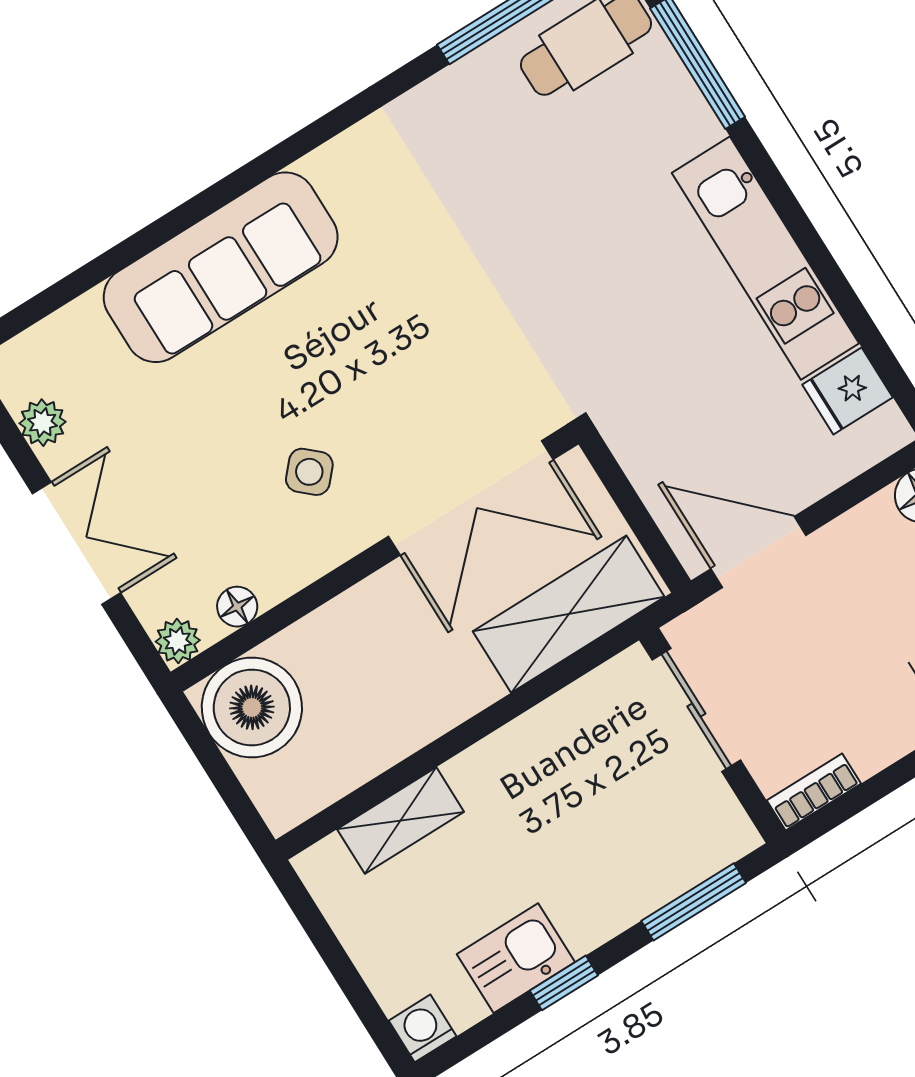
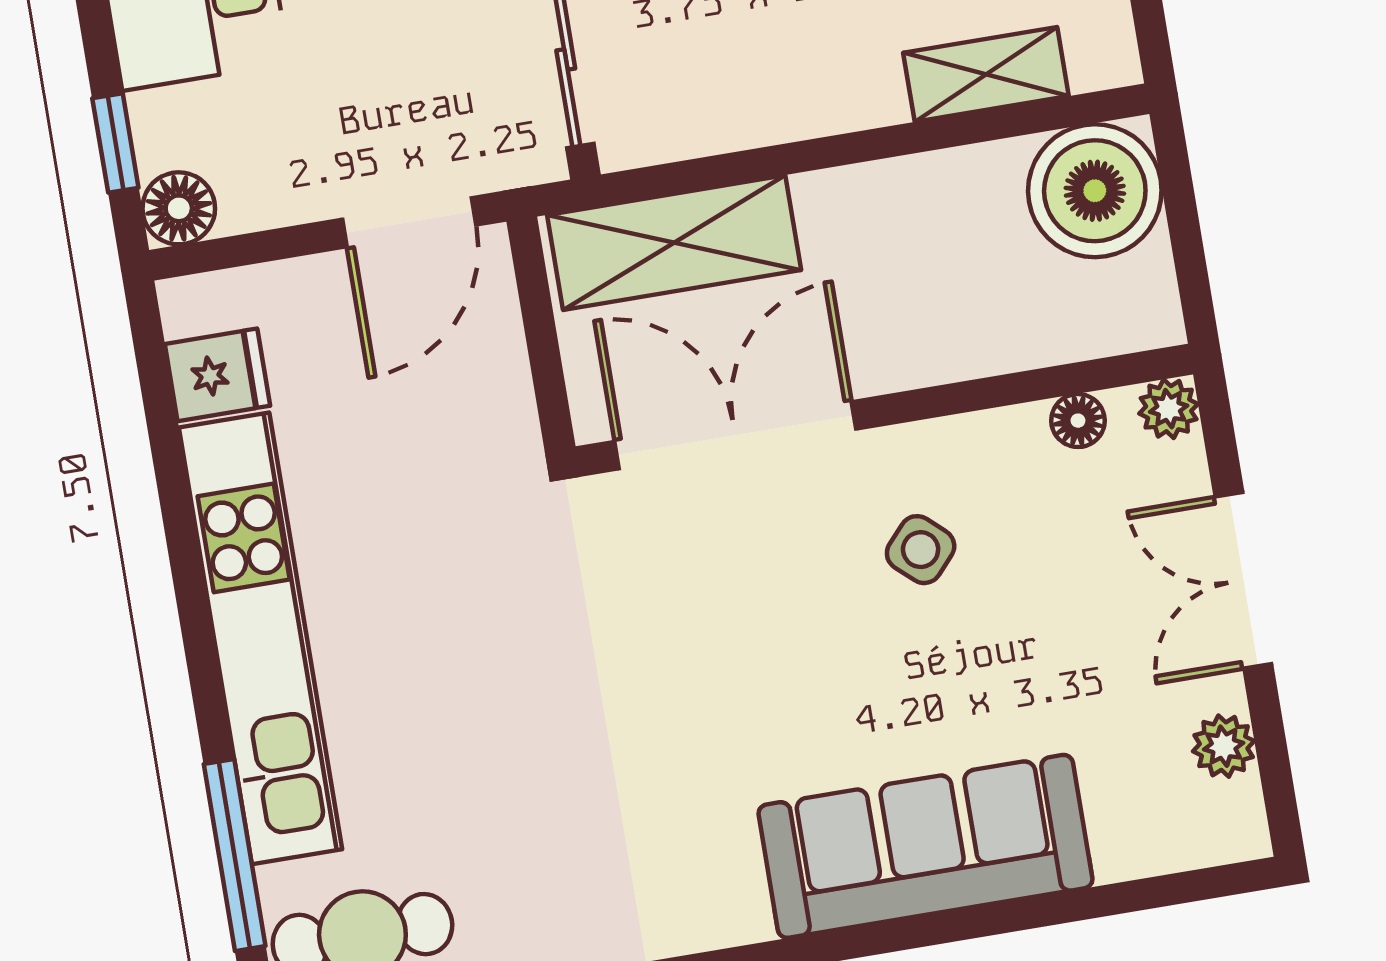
kitchen unit: (765, 258) -> (261, 638), width x1.36
door: (758, 552) -> (409, 222), hinge flipped
boiler: (252, 707) -> (1095, 191), moved

